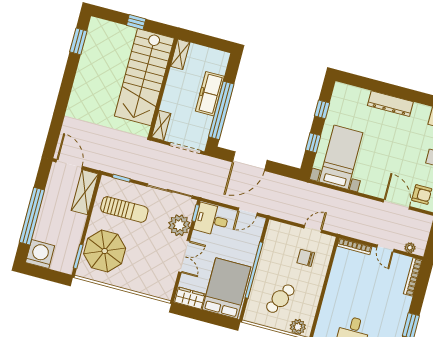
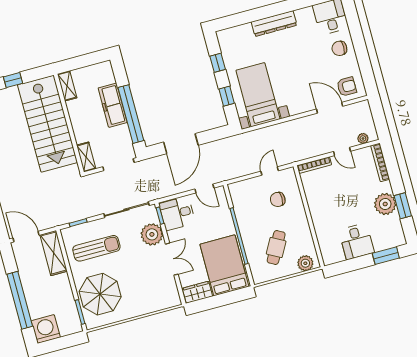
door: (248, 212) -> (204, 189), hinge flipped
plant: (396, 315) -> (385, 204), added

